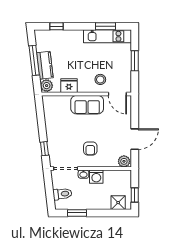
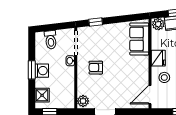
fridge: (69, 86) -> (158, 58), moved
sofa: (87, 105) -> (139, 39), moved
washing machine: (96, 177) -> (42, 71), moved, turned 180
window: (77, 213) -> (32, 70), moved

